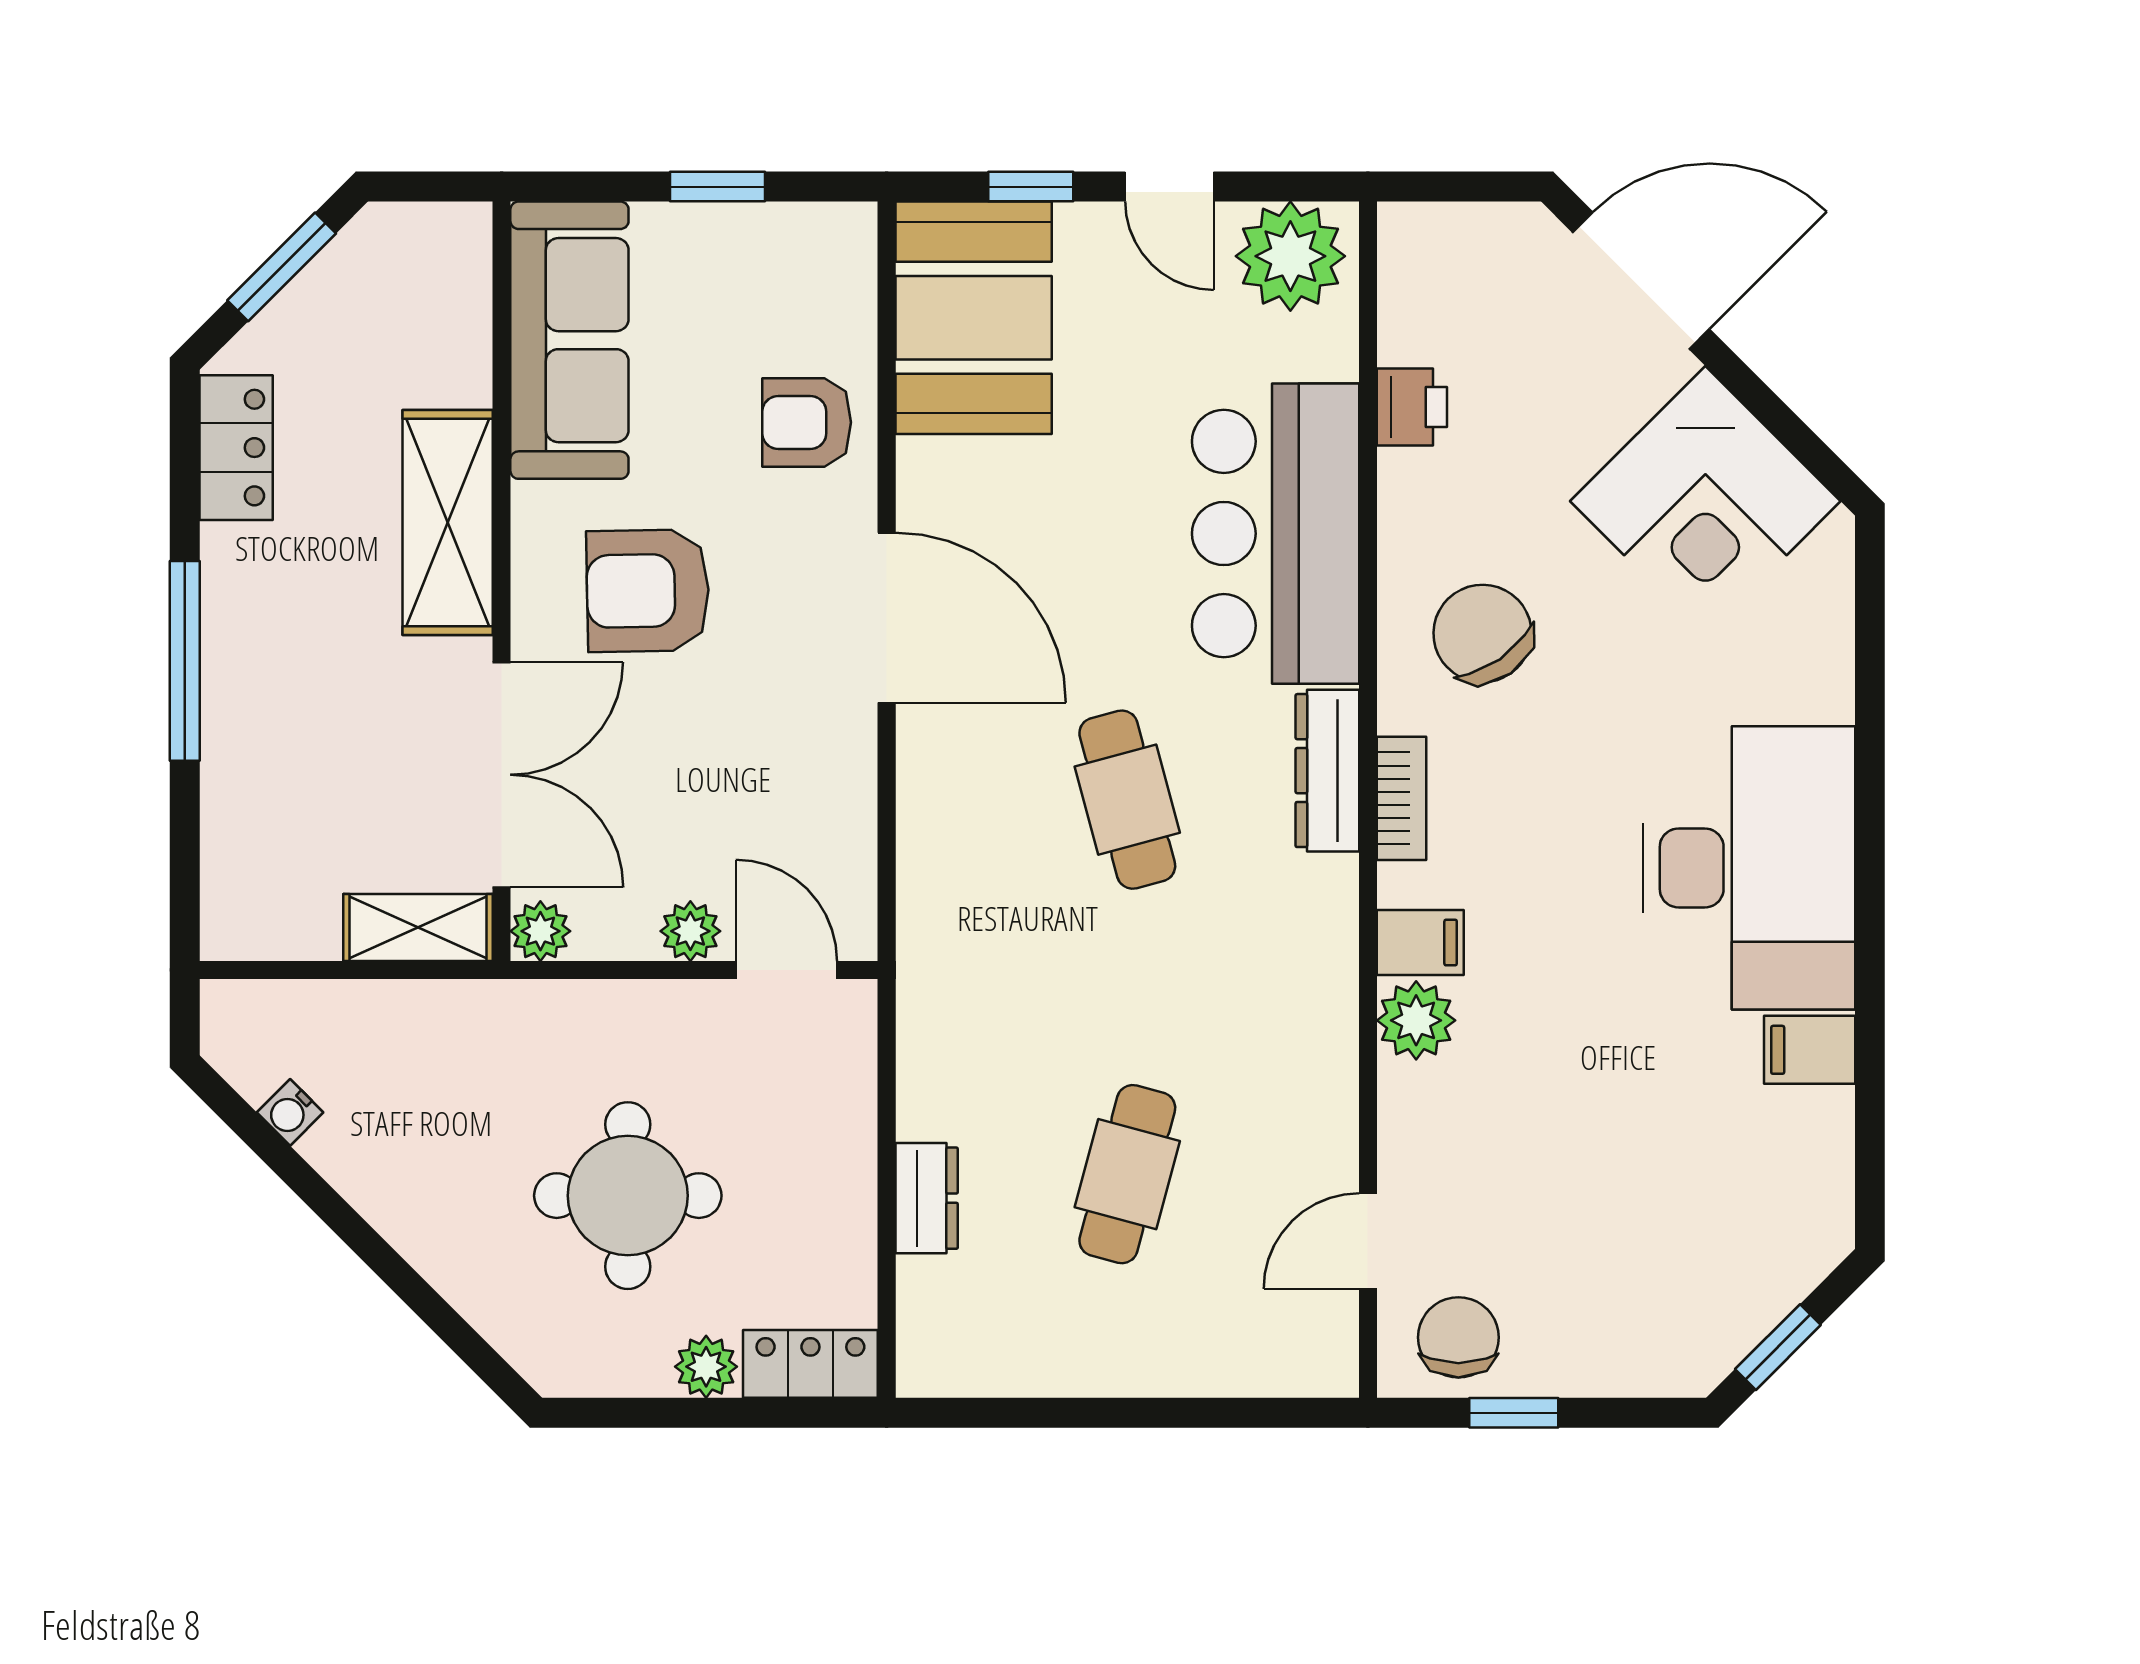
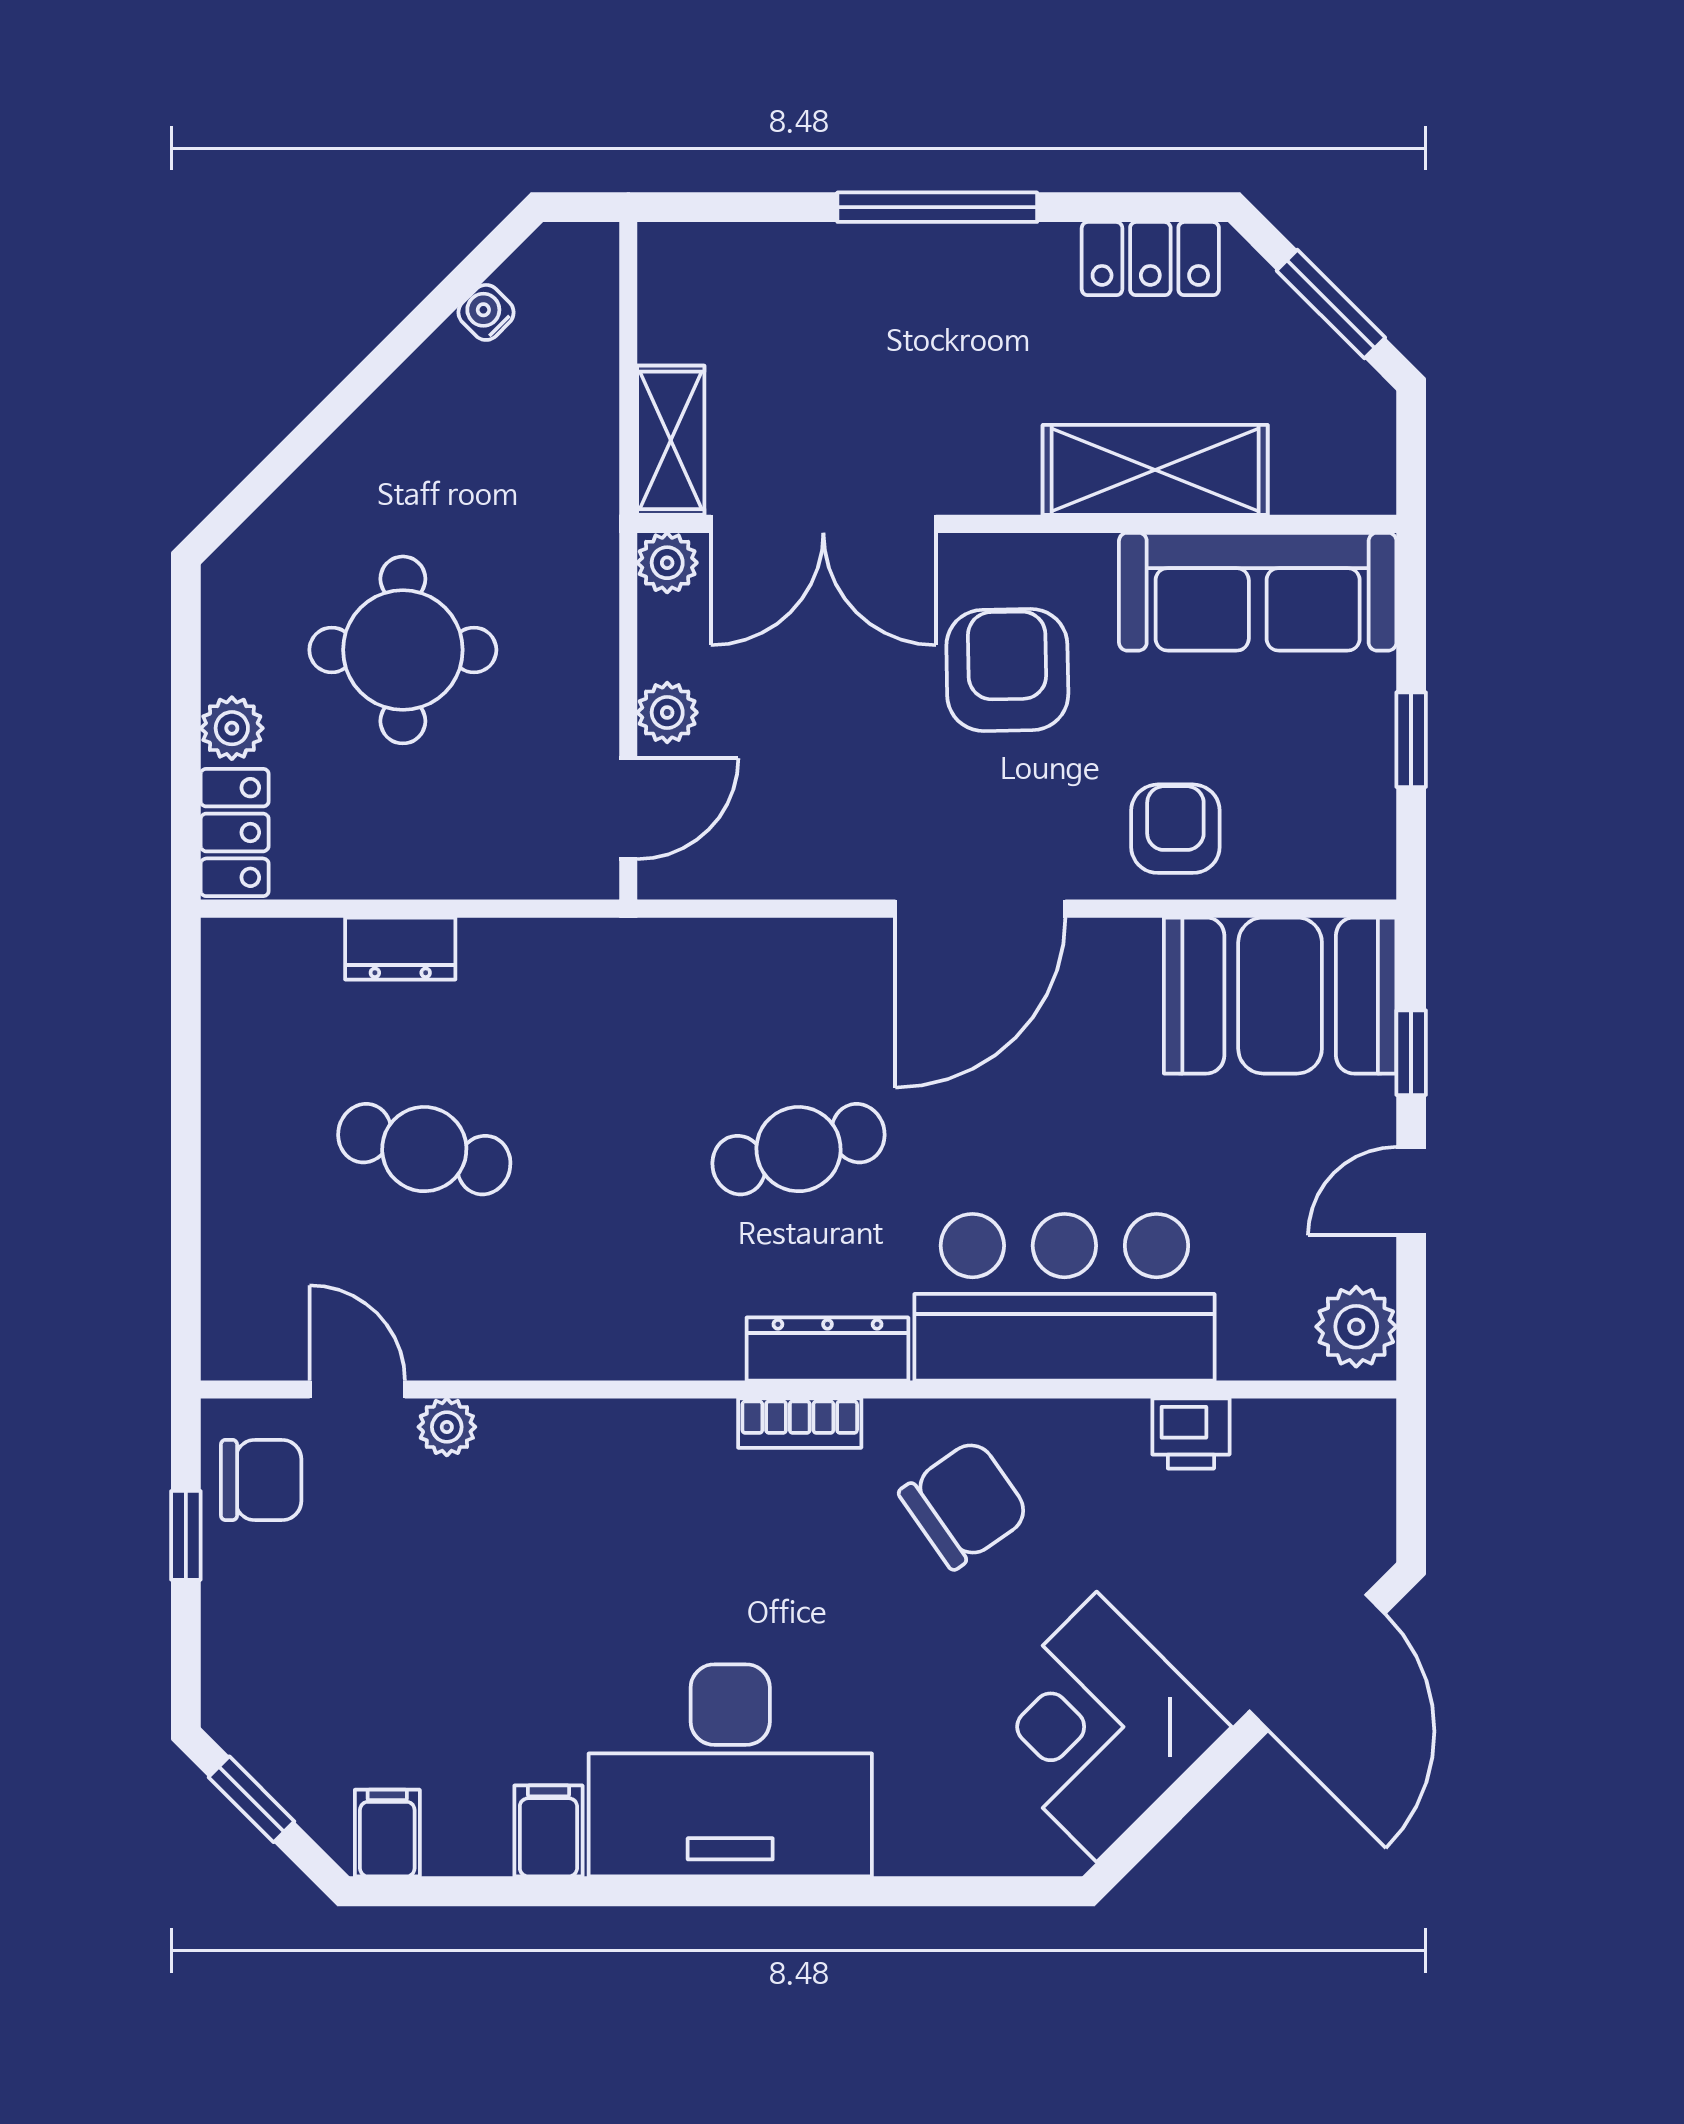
plant: (1290, 256) -> (1356, 1327), width x0.73, depth x0.73
shelving: (448, 523) -> (1155, 470), moved
filing cabinet: (1420, 943) -> (387, 1833), moved, turned 180
plant: (1416, 1020) -> (447, 1427), moved, width x0.73, depth x0.73

